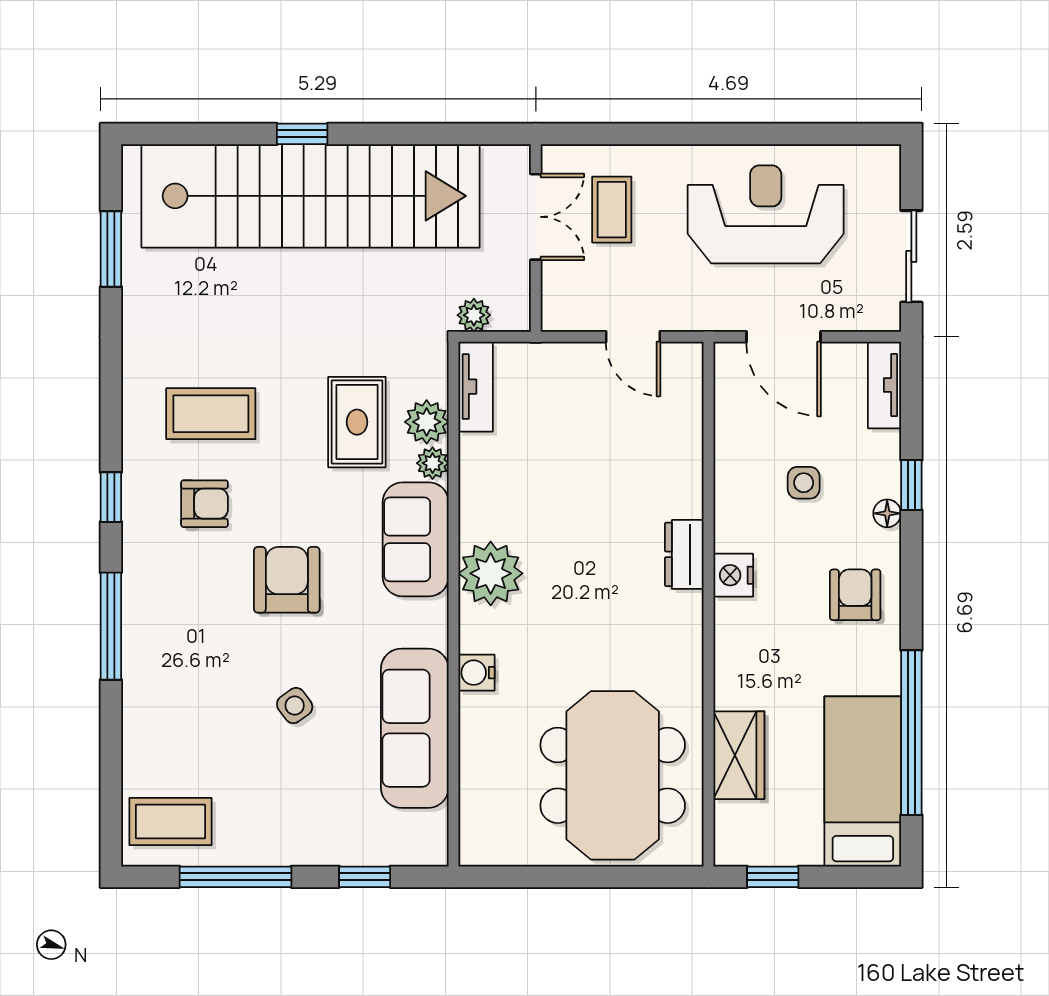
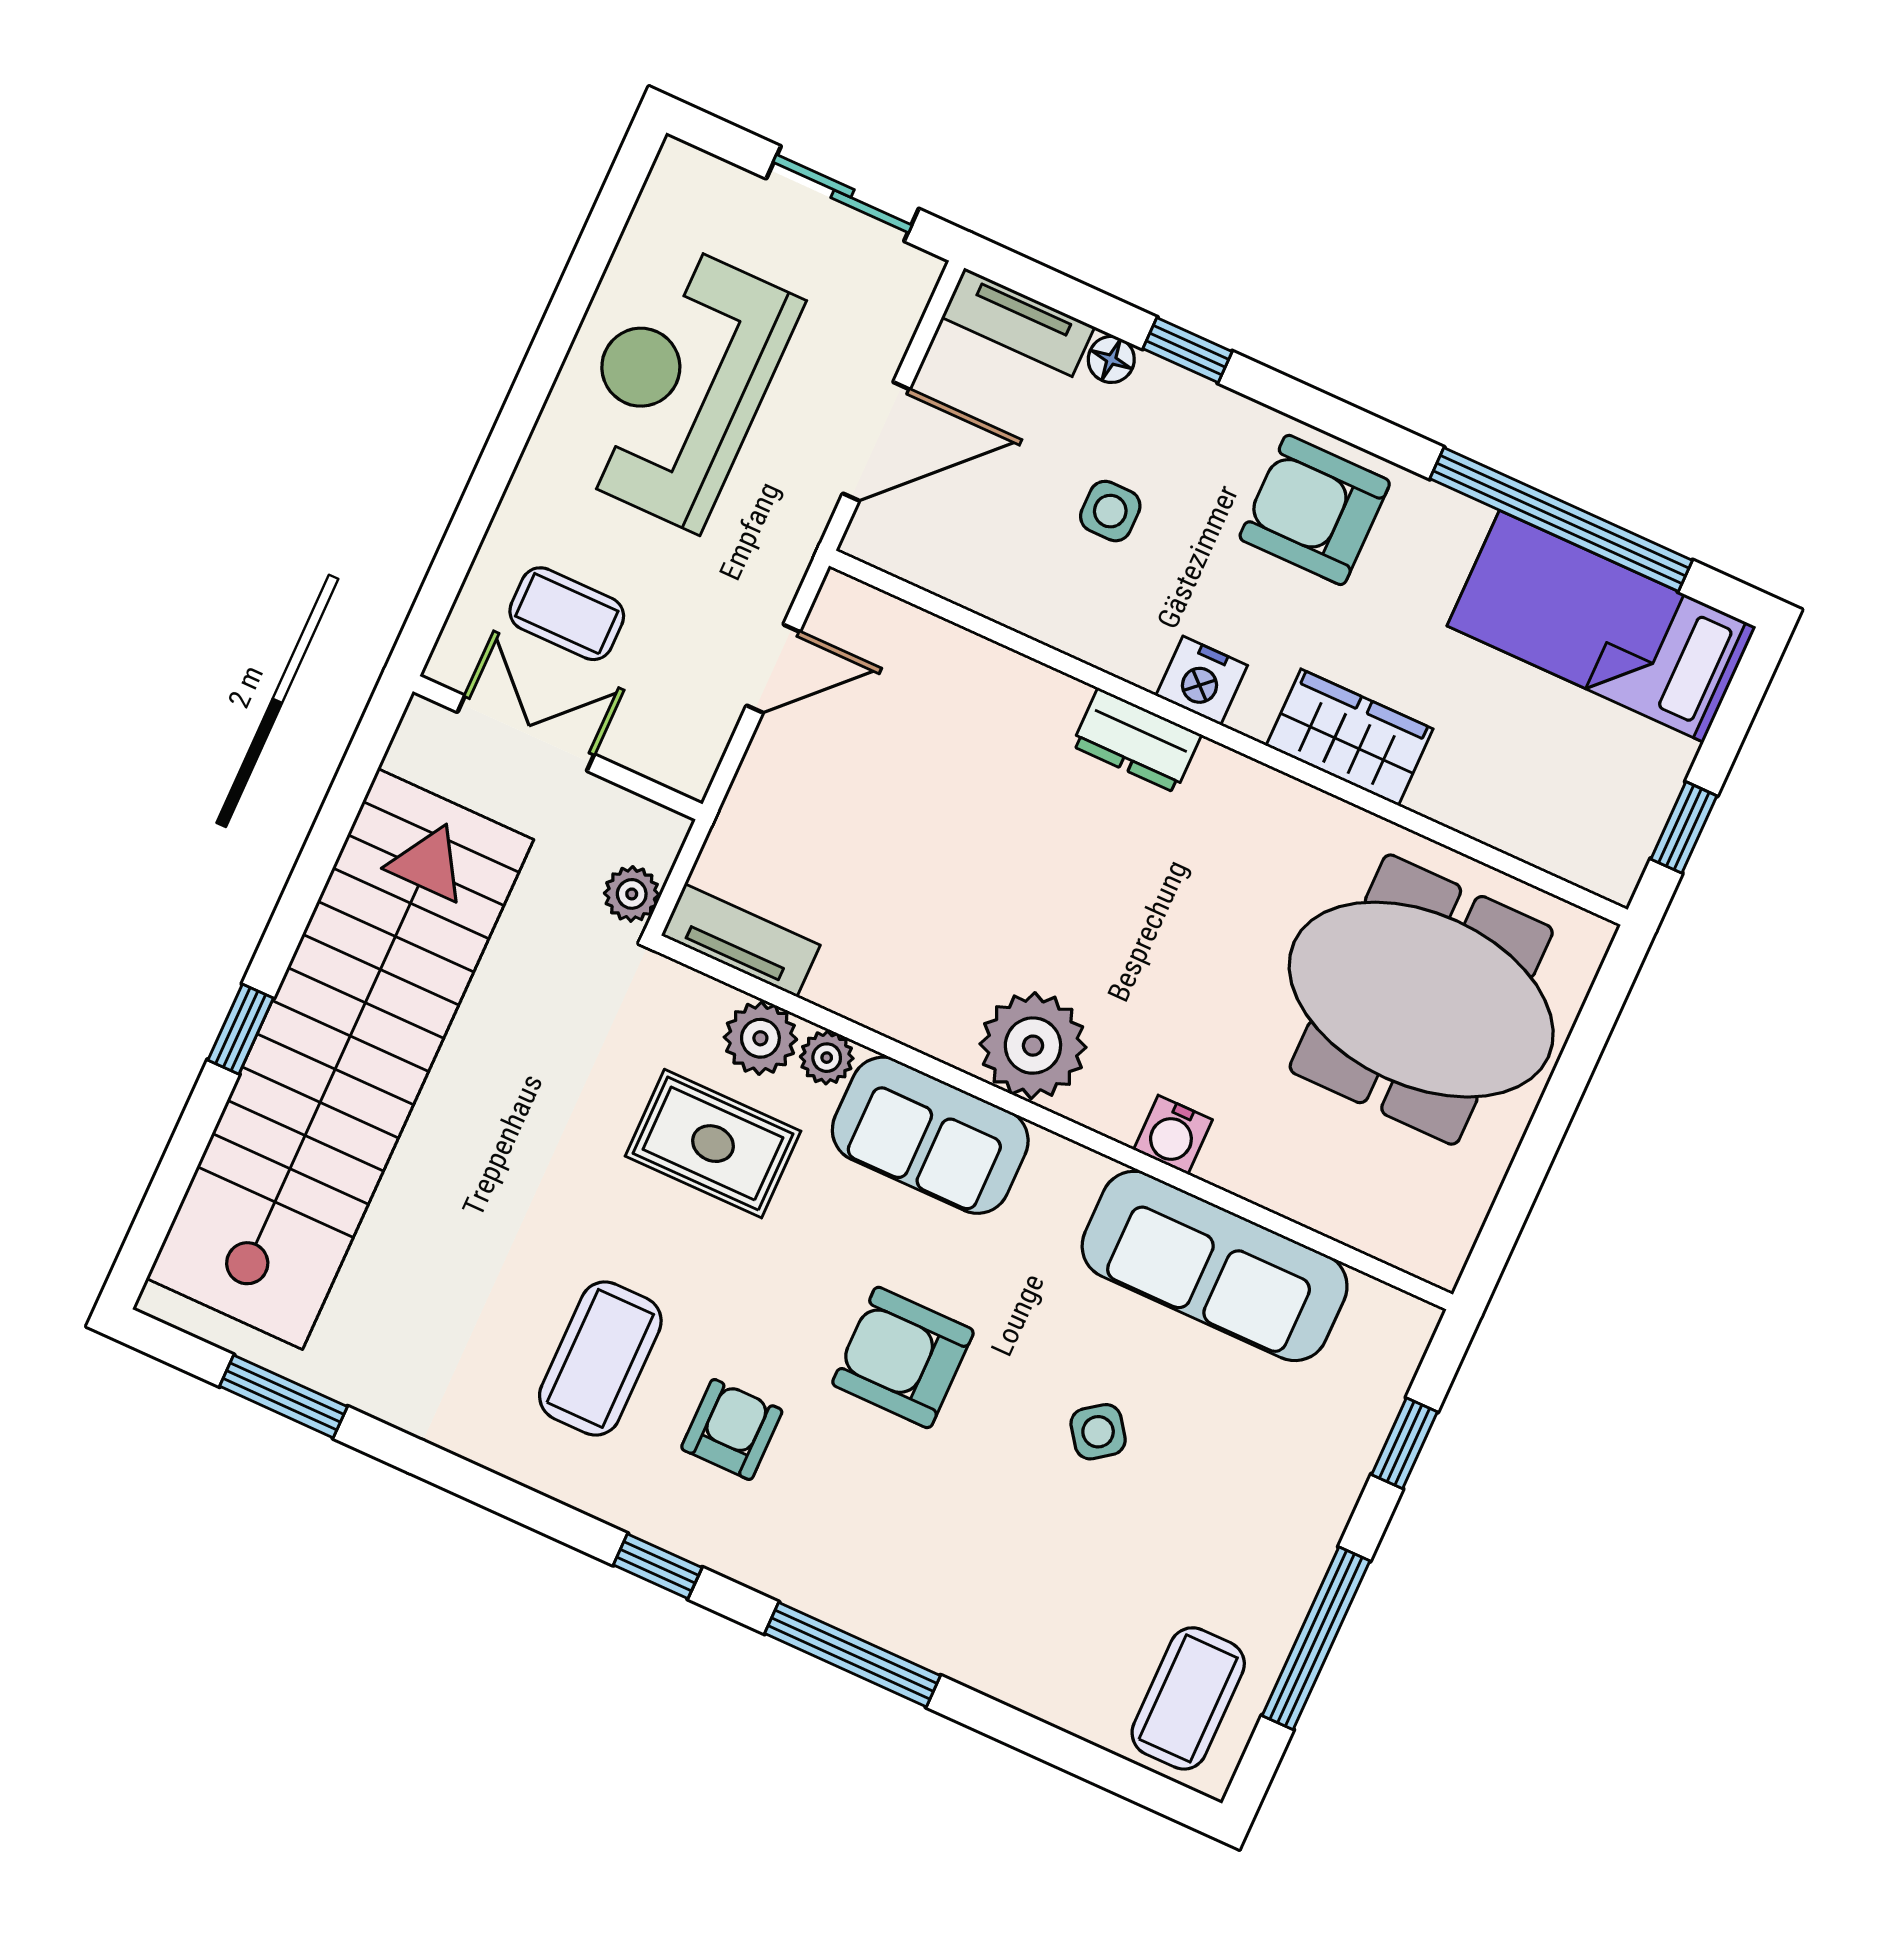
floor lamp: (887, 513) -> (1111, 359), moved
armchair: (855, 595) -> (1315, 510), width x1.38, depth x1.38
wardrobe: (739, 755) -> (1350, 737), moved

